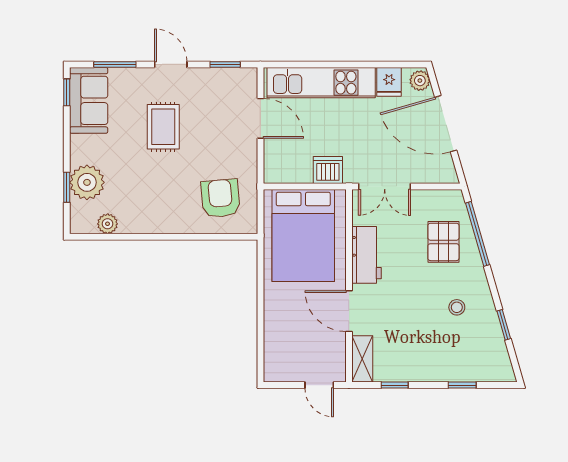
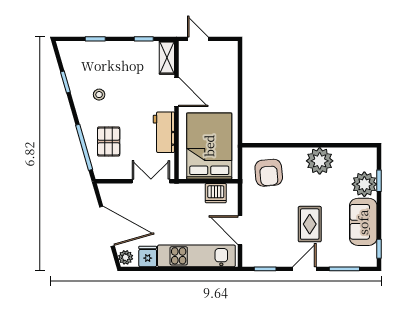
door: (171, 64) -> (304, 269), swing flipped
sofa: (89, 100) -> (363, 222), moved
dishwasher: (328, 170) -> (216, 193), moved
plant: (108, 224) -> (320, 161), moved, width x1.88, depth x1.88

